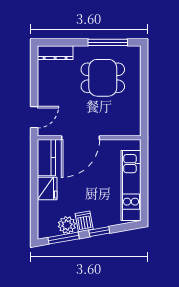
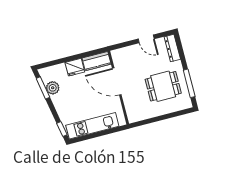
dining table: (103, 78) -> (163, 86), turned 90
door: (34, 117) -> (146, 39), moved
dishwasher: (84, 221) -> (58, 99), removed
window: (99, 232) -> (62, 129), moved

